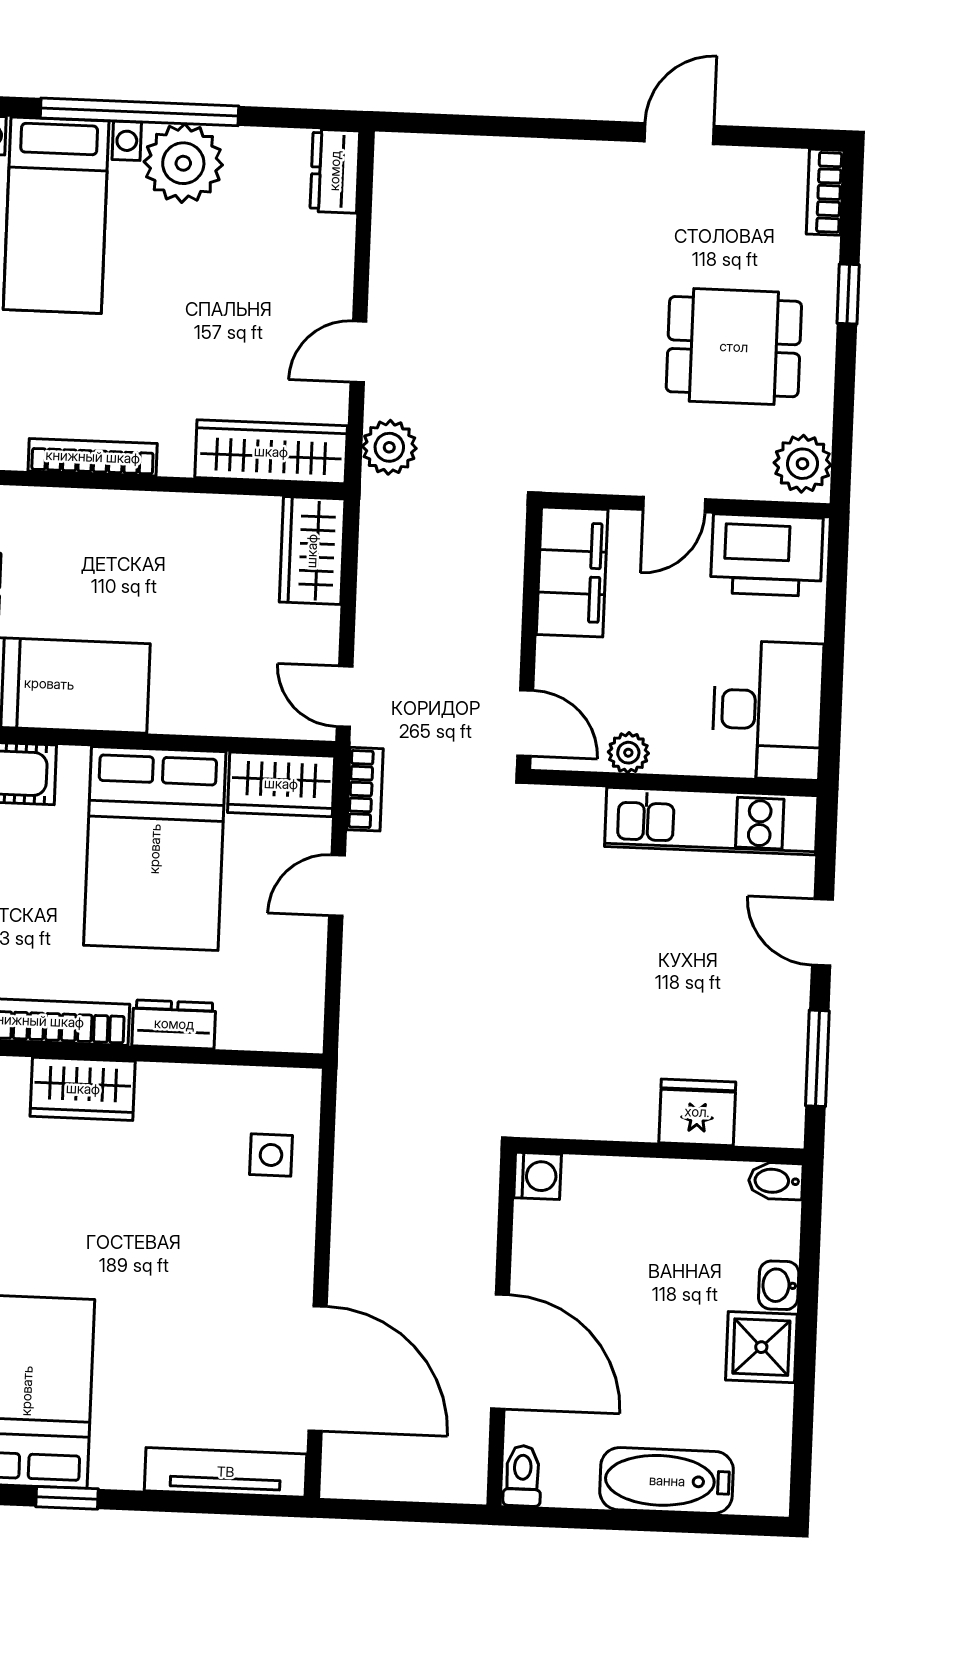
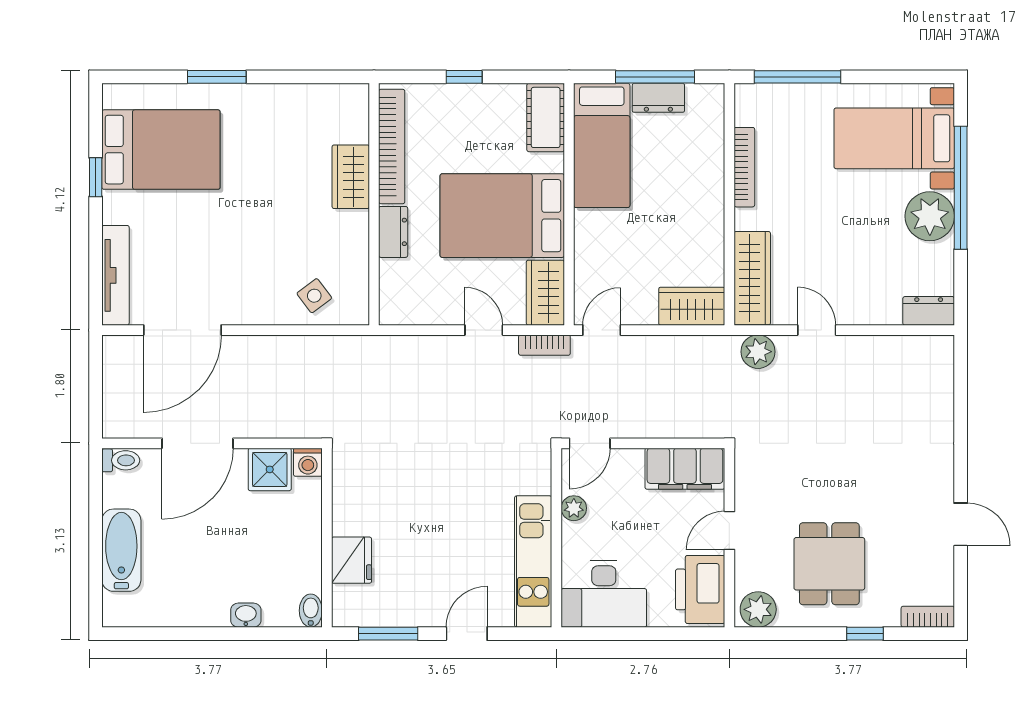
door: (674, 505) -> (729, 531), hinge flipped
side table: (271, 1155) -> (314, 296), turned -37
shower: (761, 1347) -> (270, 469), moved

